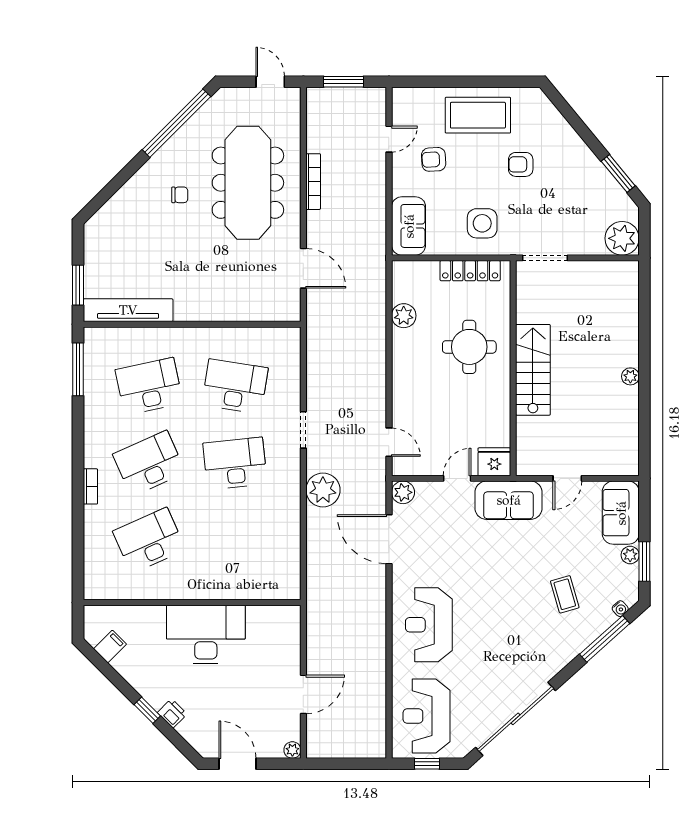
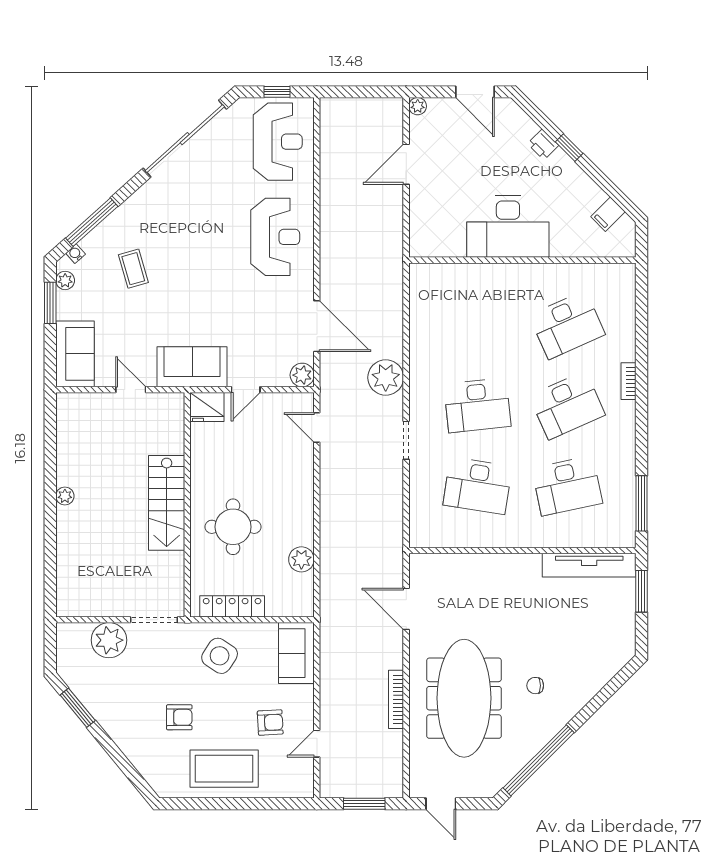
side table: (482, 223) -> (220, 656), turned 33
plant: (622, 238) -> (109, 640), moved
door: (567, 478) -> (131, 390), hinge flipped
plant: (630, 555) -> (65, 280), moved

